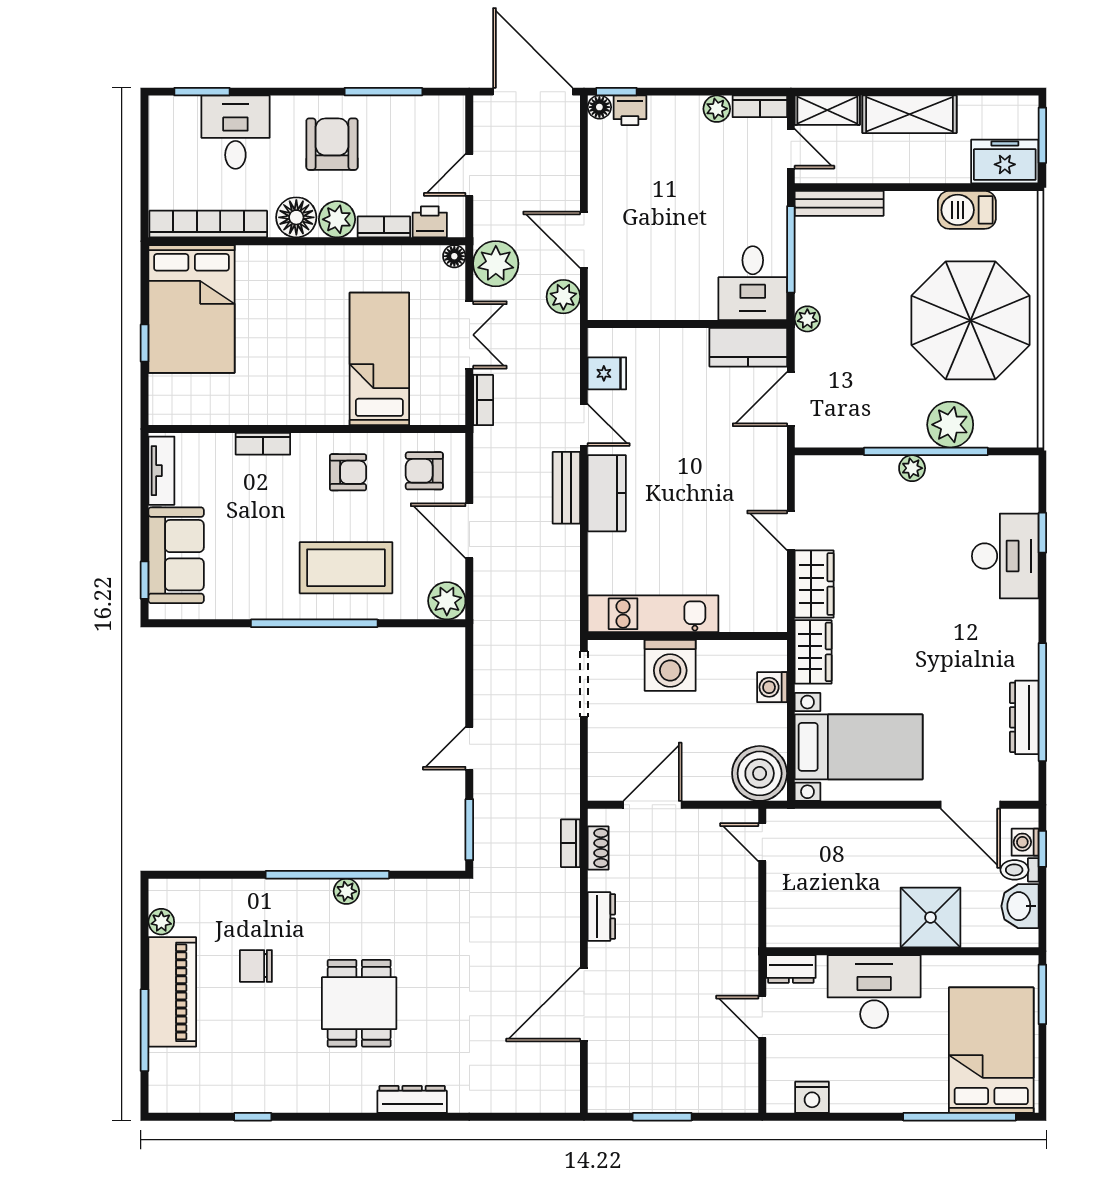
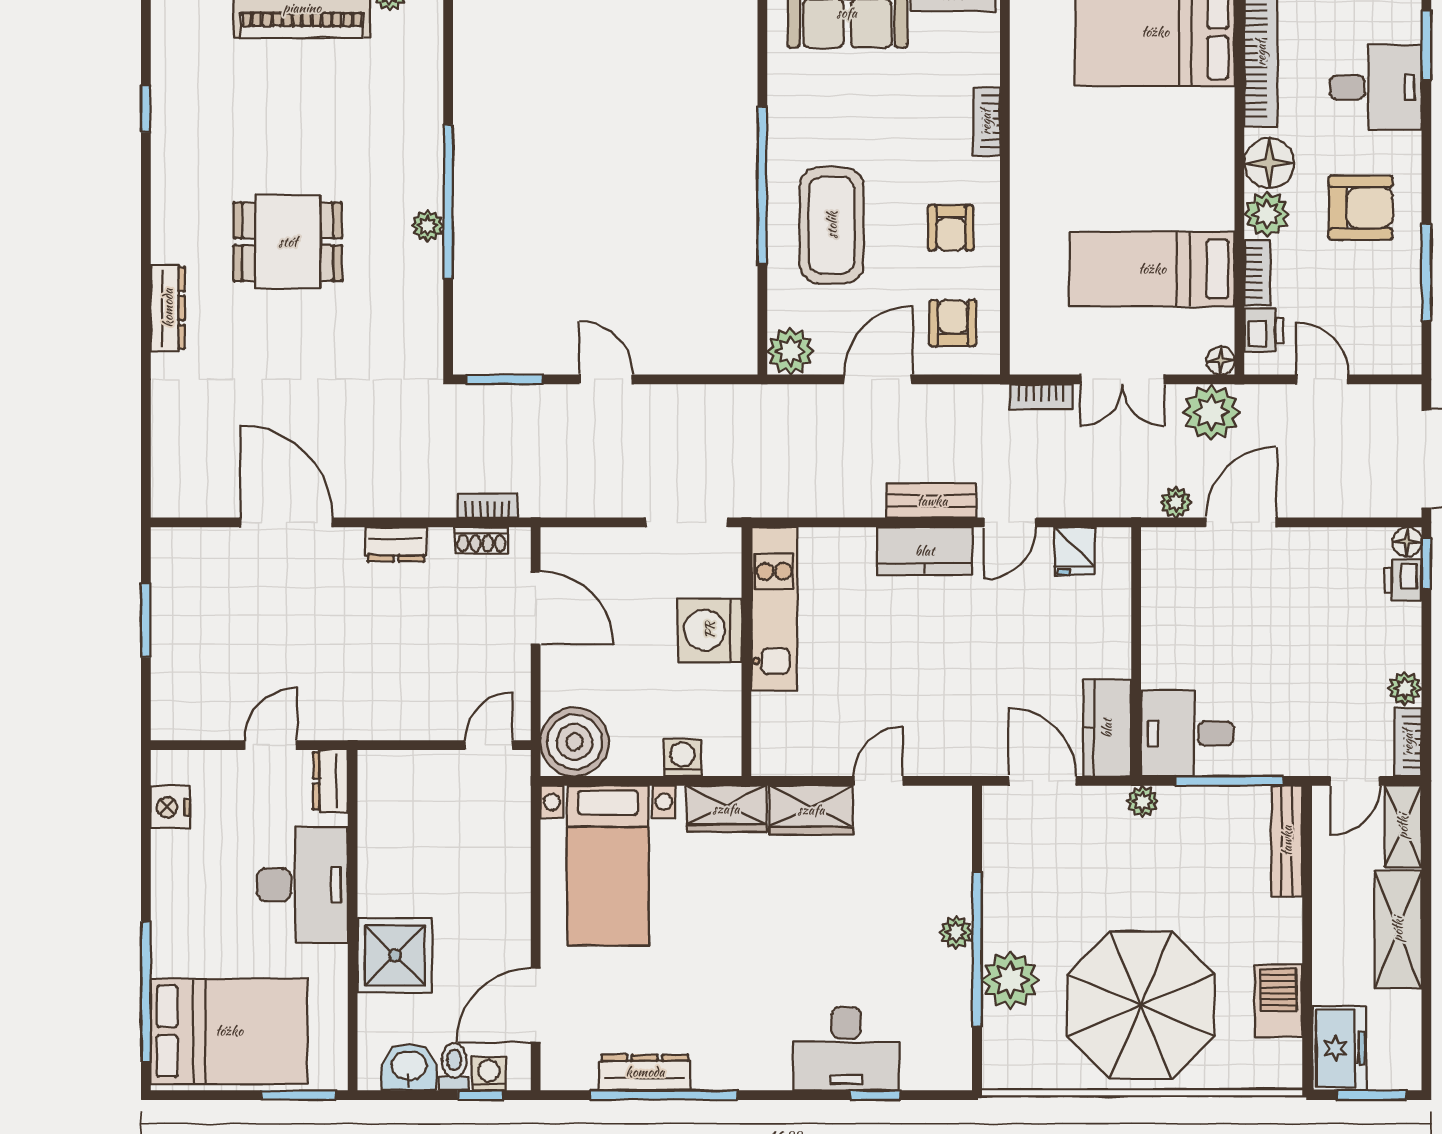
plant: (563, 297) -> (1176, 502), width x0.73, depth x0.73
bed: (379, 359) -> (1152, 269), moved, turned 180
chair: (256, 966) -> (334, 113), removed

